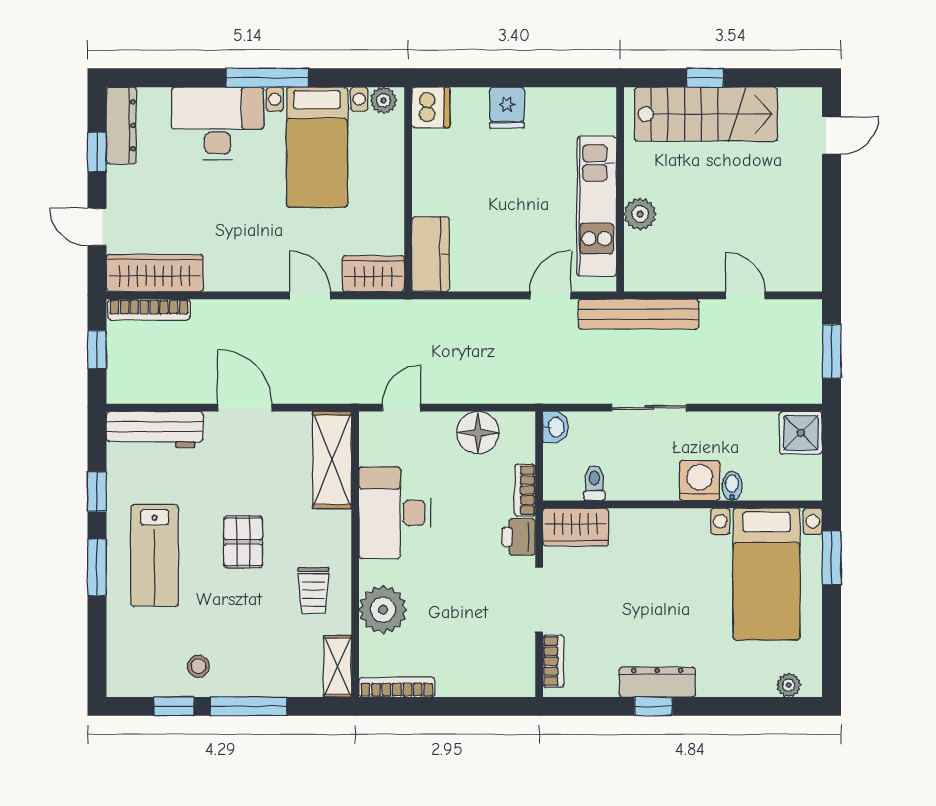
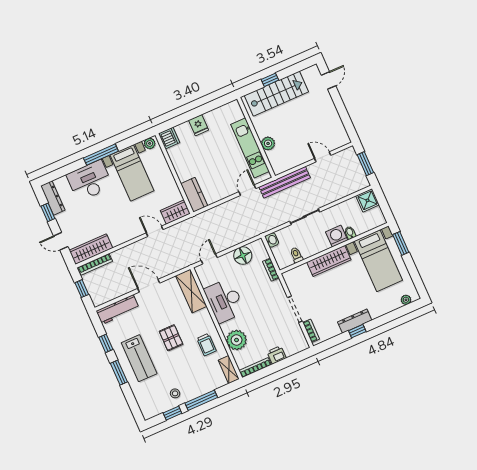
wardrobe: (576, 527) -> (329, 261), moved, width x1.50
printer: (519, 537) -> (277, 355), moved, turned 90

